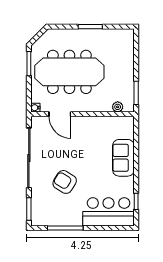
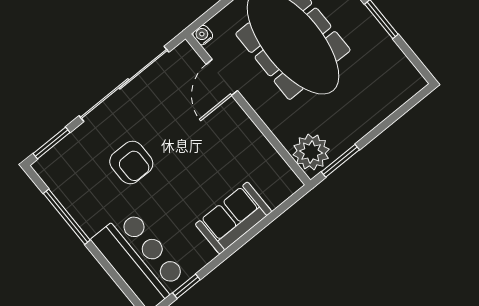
plant: (118, 107) -> (311, 152), width x1.88, depth x1.88
armchair: (65, 182) -> (131, 162), turned 148

